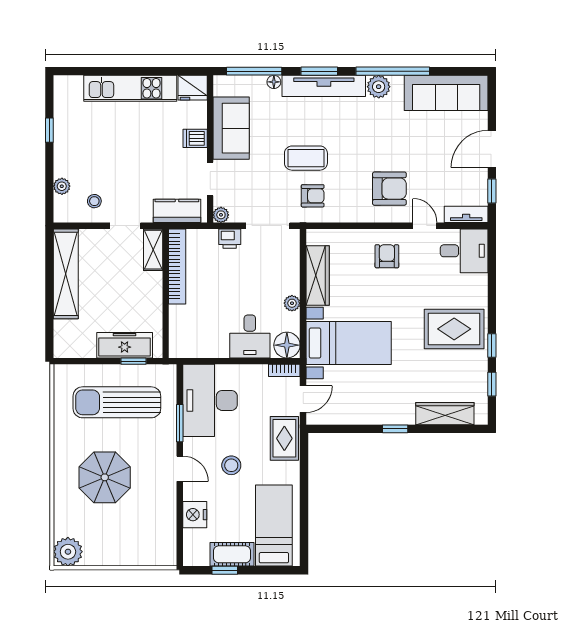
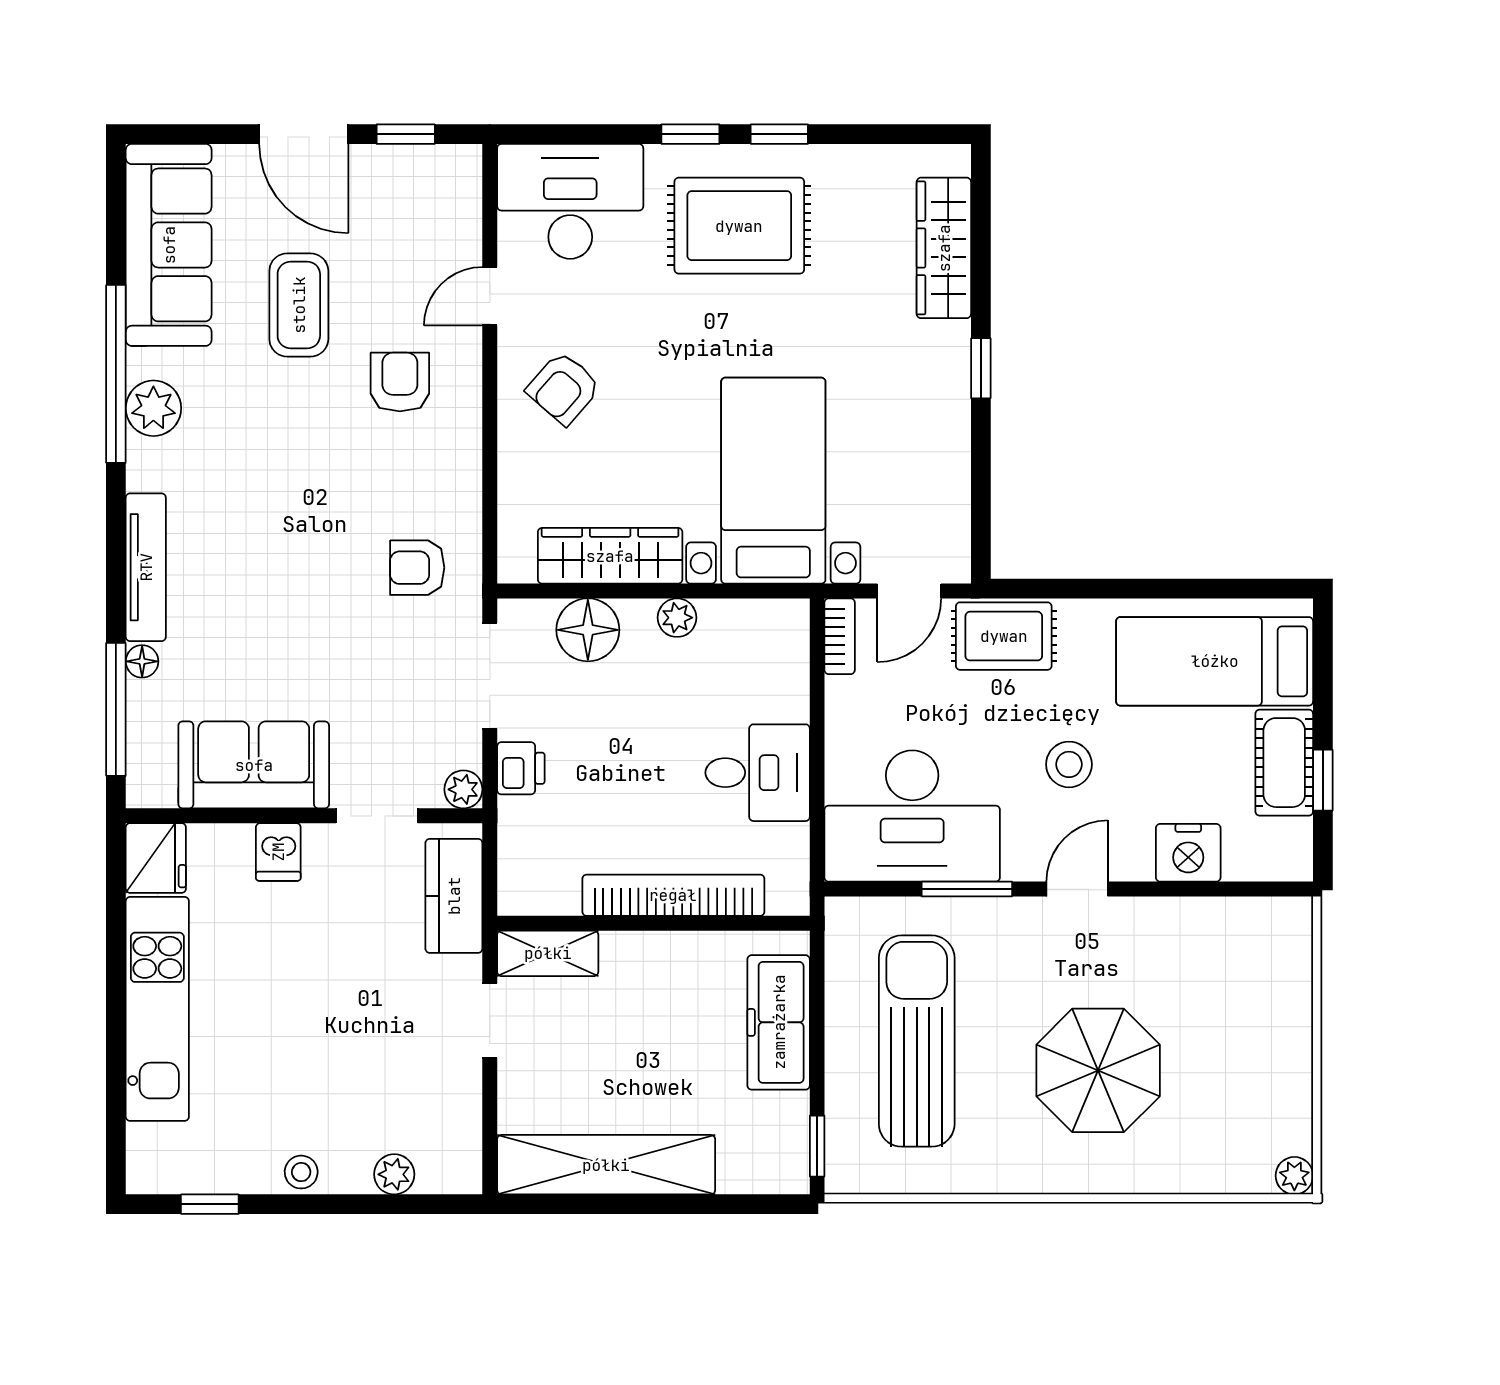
window: (319, 71) -> (116, 552), removed
tv unit: (324, 86) -> (146, 567), width x0.73, depth x0.78
window: (49, 130) -> (210, 1204), moved
coffee table: (306, 158) -> (299, 305), moved
armchair: (389, 189) -> (400, 382), width x0.72, depth x0.72
armchair: (313, 196) -> (417, 568), turned -90
stool: (94, 201) -> (301, 1172), moved
tv unit: (466, 214) -> (462, 196), removed
desk: (464, 251) -> (570, 201), width x1.37
armchair: (387, 256) -> (564, 388), turned -49
bookcase: (177, 266) -> (673, 895), moved
rug: (454, 329) -> (739, 226), turned 90
desk: (250, 337) -> (758, 773), moved
floor lamp: (287, 345) -> (588, 630), moved
window: (134, 361) -> (817, 1146), moved
window: (492, 384) -> (690, 134), moved
door: (303, 399) -> (909, 591), swing flipped
sun lounger: (117, 402) -> (917, 1041), turned 180
plant: (68, 552) -> (1294, 1176), width x0.53, depth x0.53

